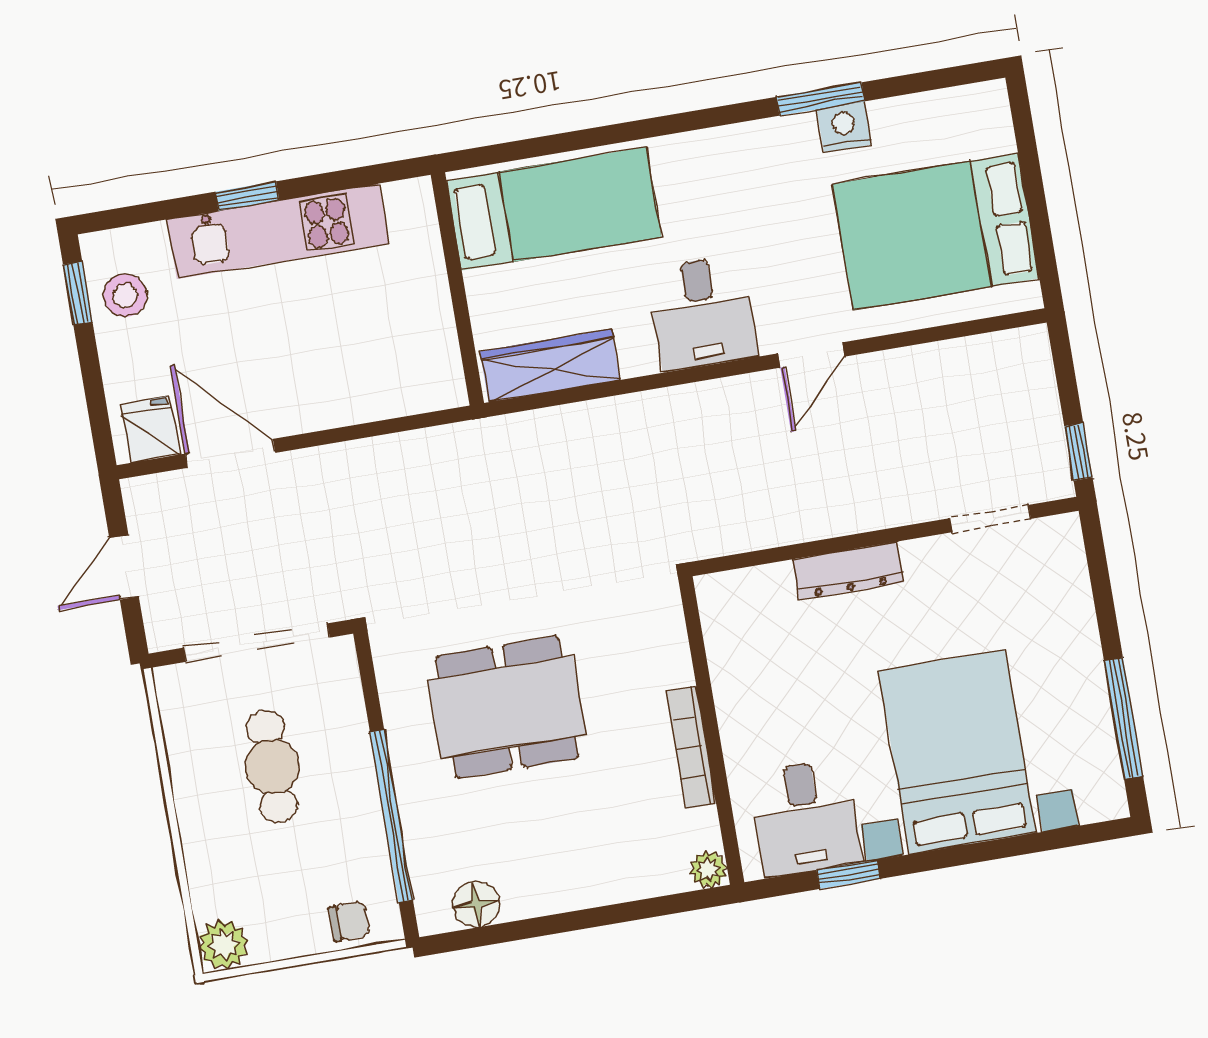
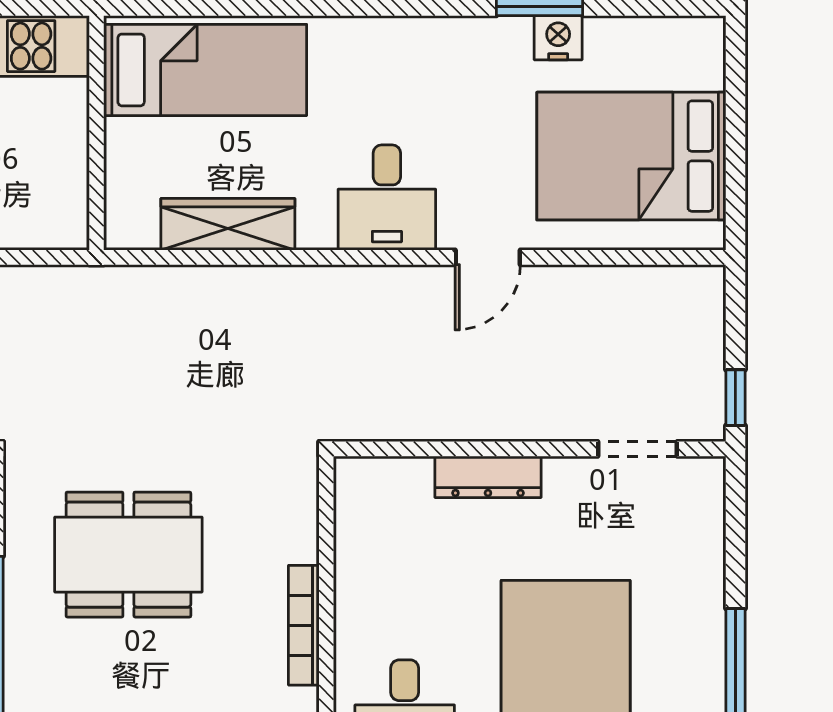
bed: (554, 209) -> (205, 70), moved
wall: (457, 289) -> (96, 133), moved

